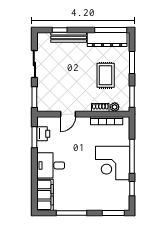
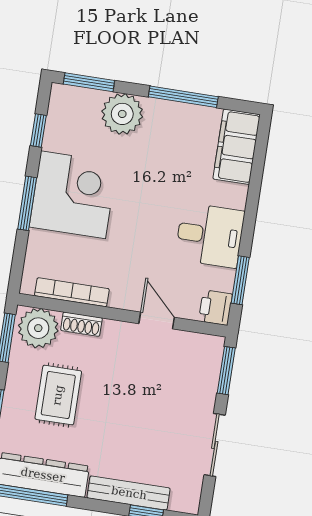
plant: (115, 107) -> (38, 328), width x1.87, depth x1.87
door: (68, 114) -> (157, 320), hinge flipped
printer: (43, 134) -> (215, 308), moved
window: (132, 156) -> (27, 203), width x0.69
desk: (51, 165) -> (210, 235), moved
plant: (97, 201) -> (122, 114), added

